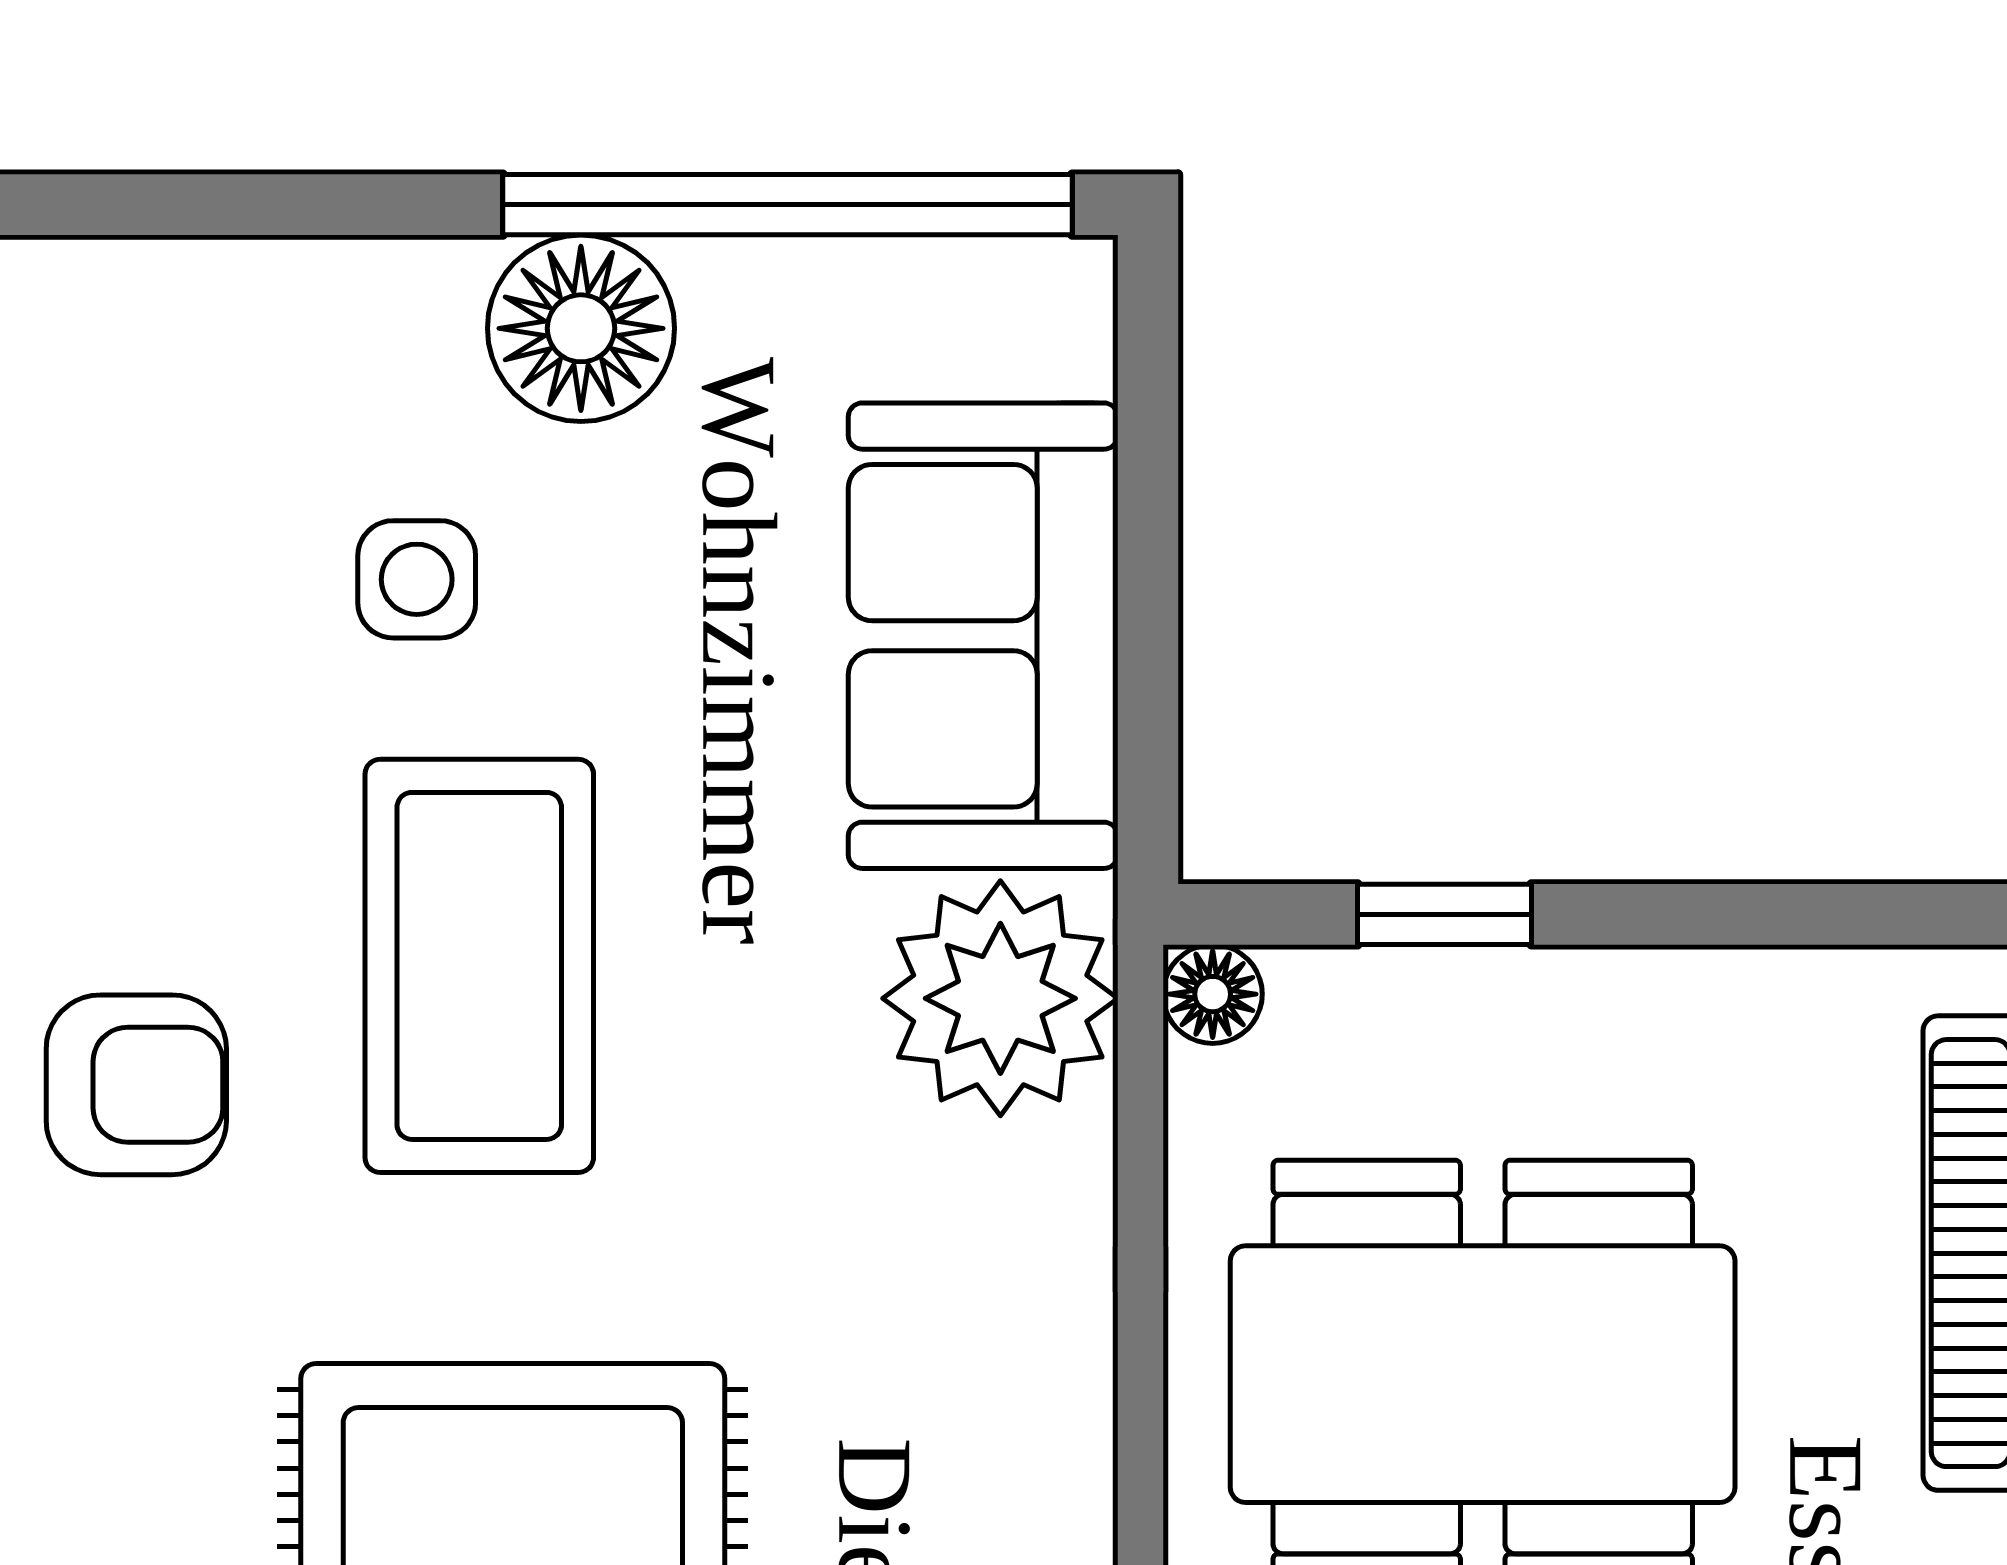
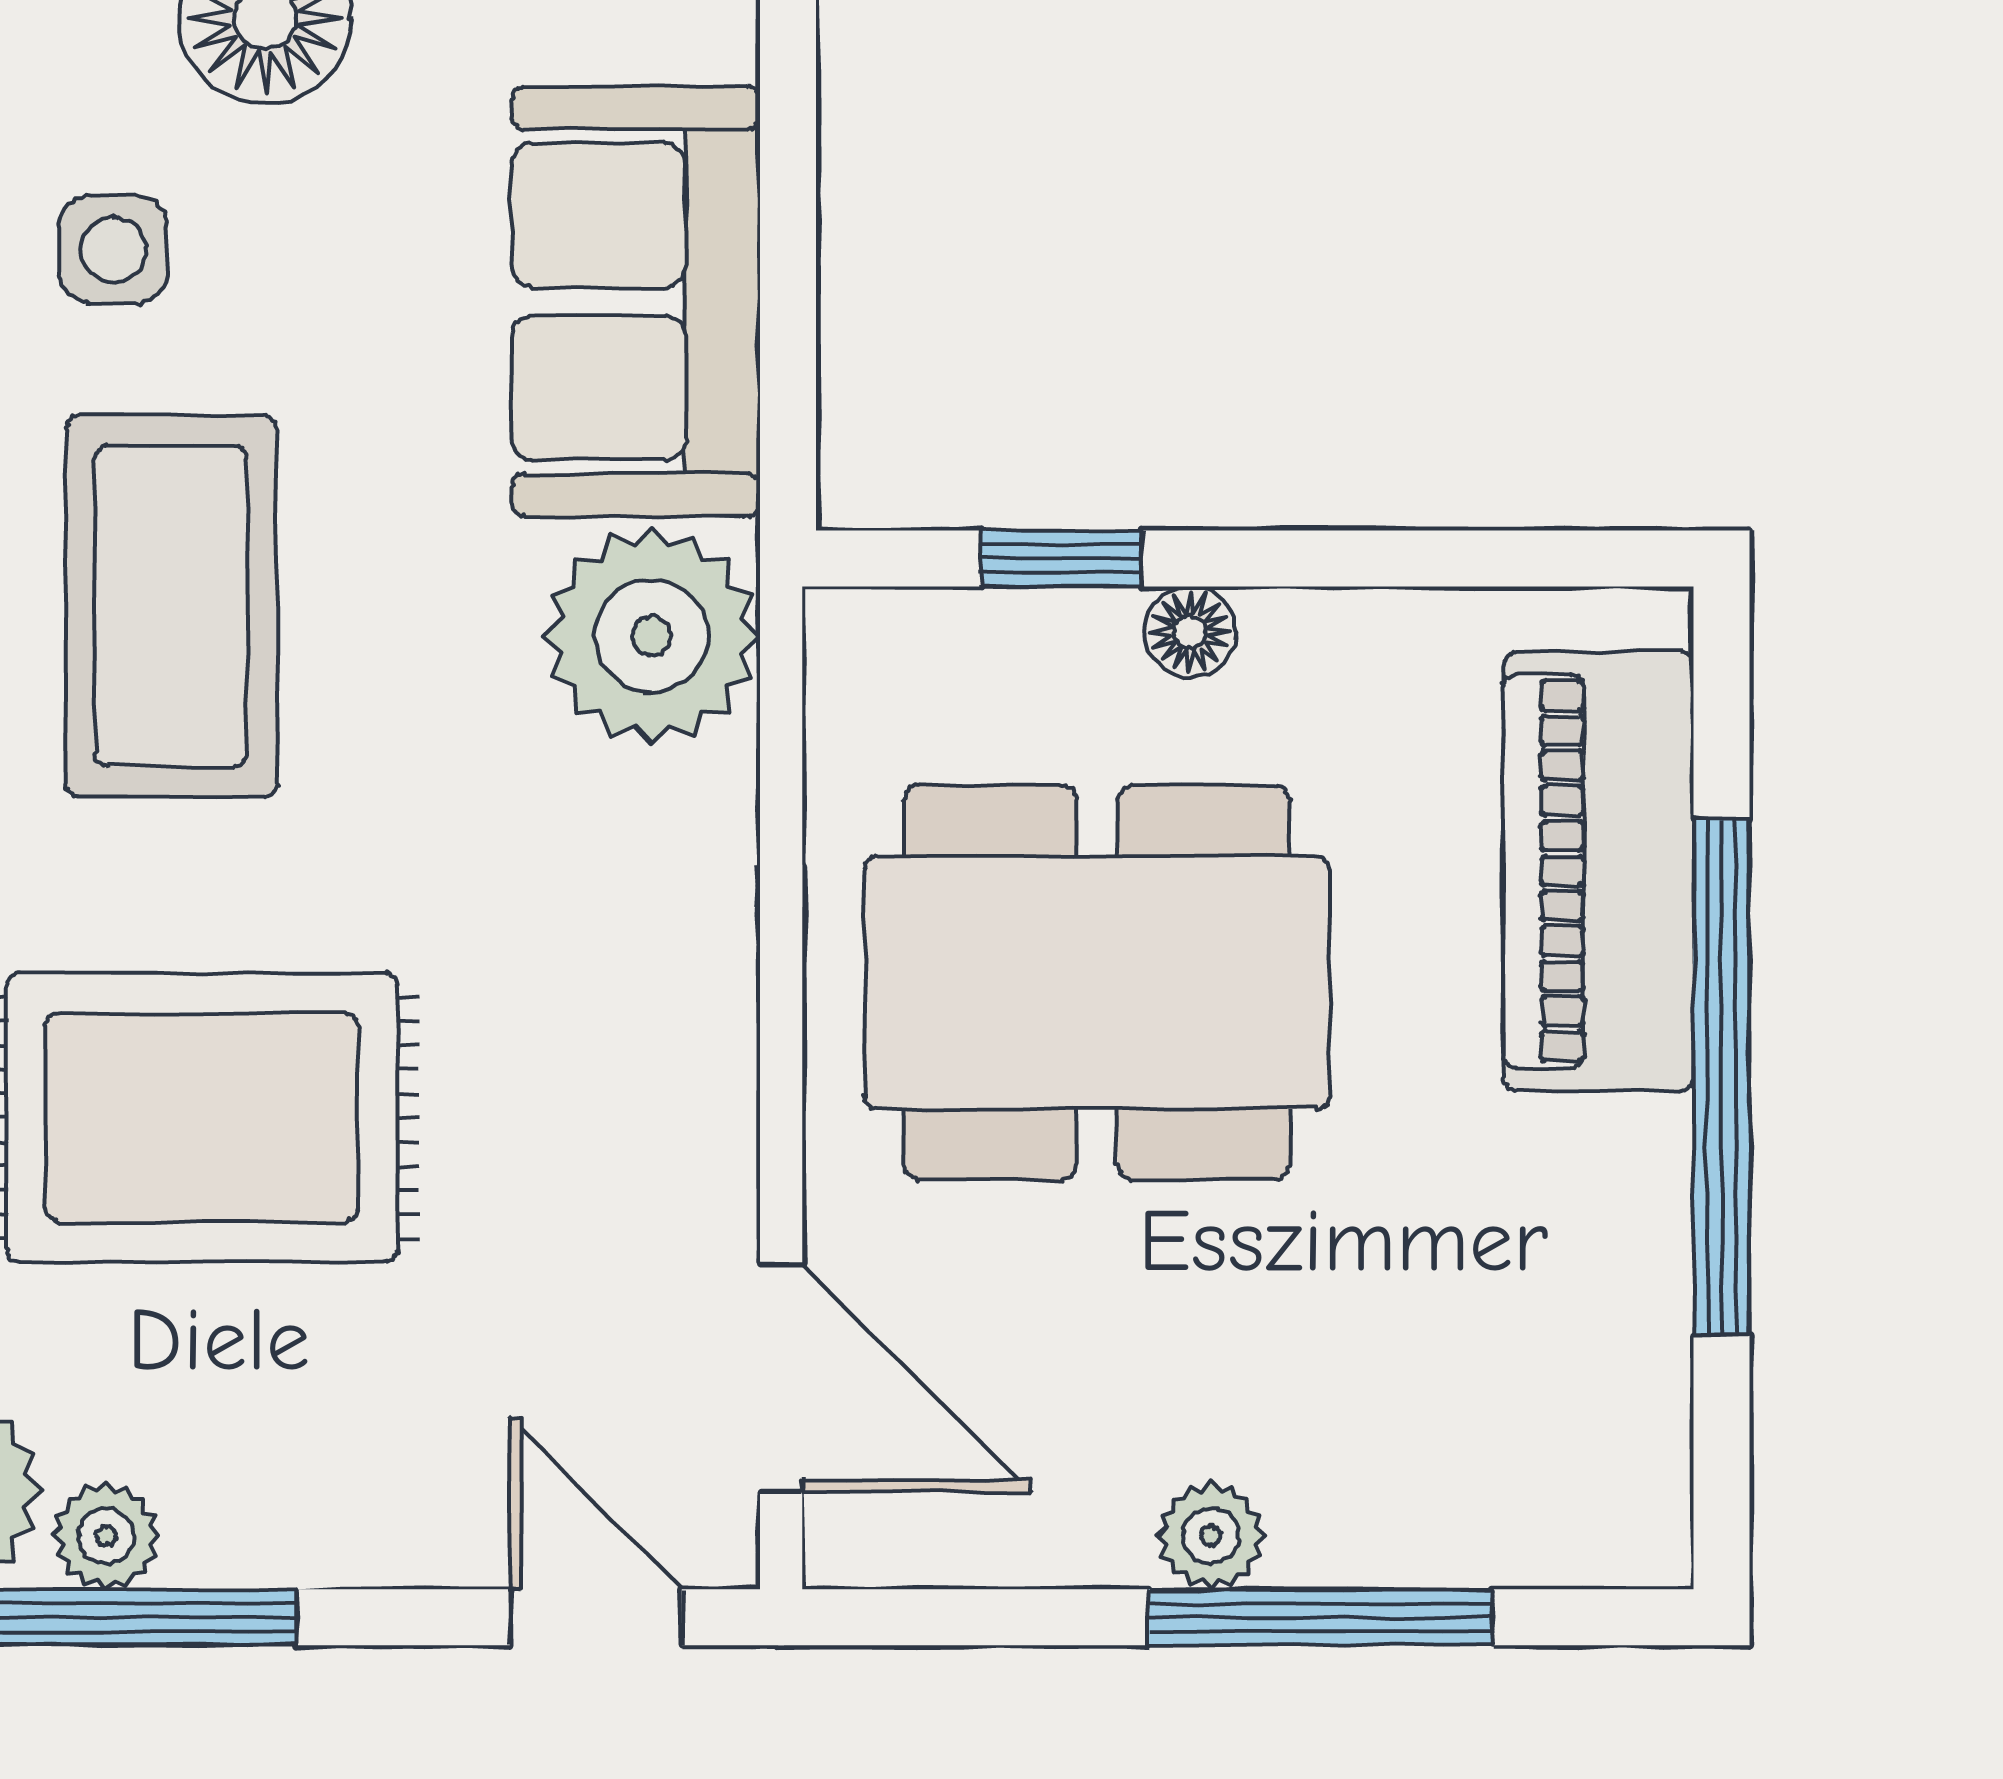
floor lamp: (1213, 994) -> (1190, 632), moved

